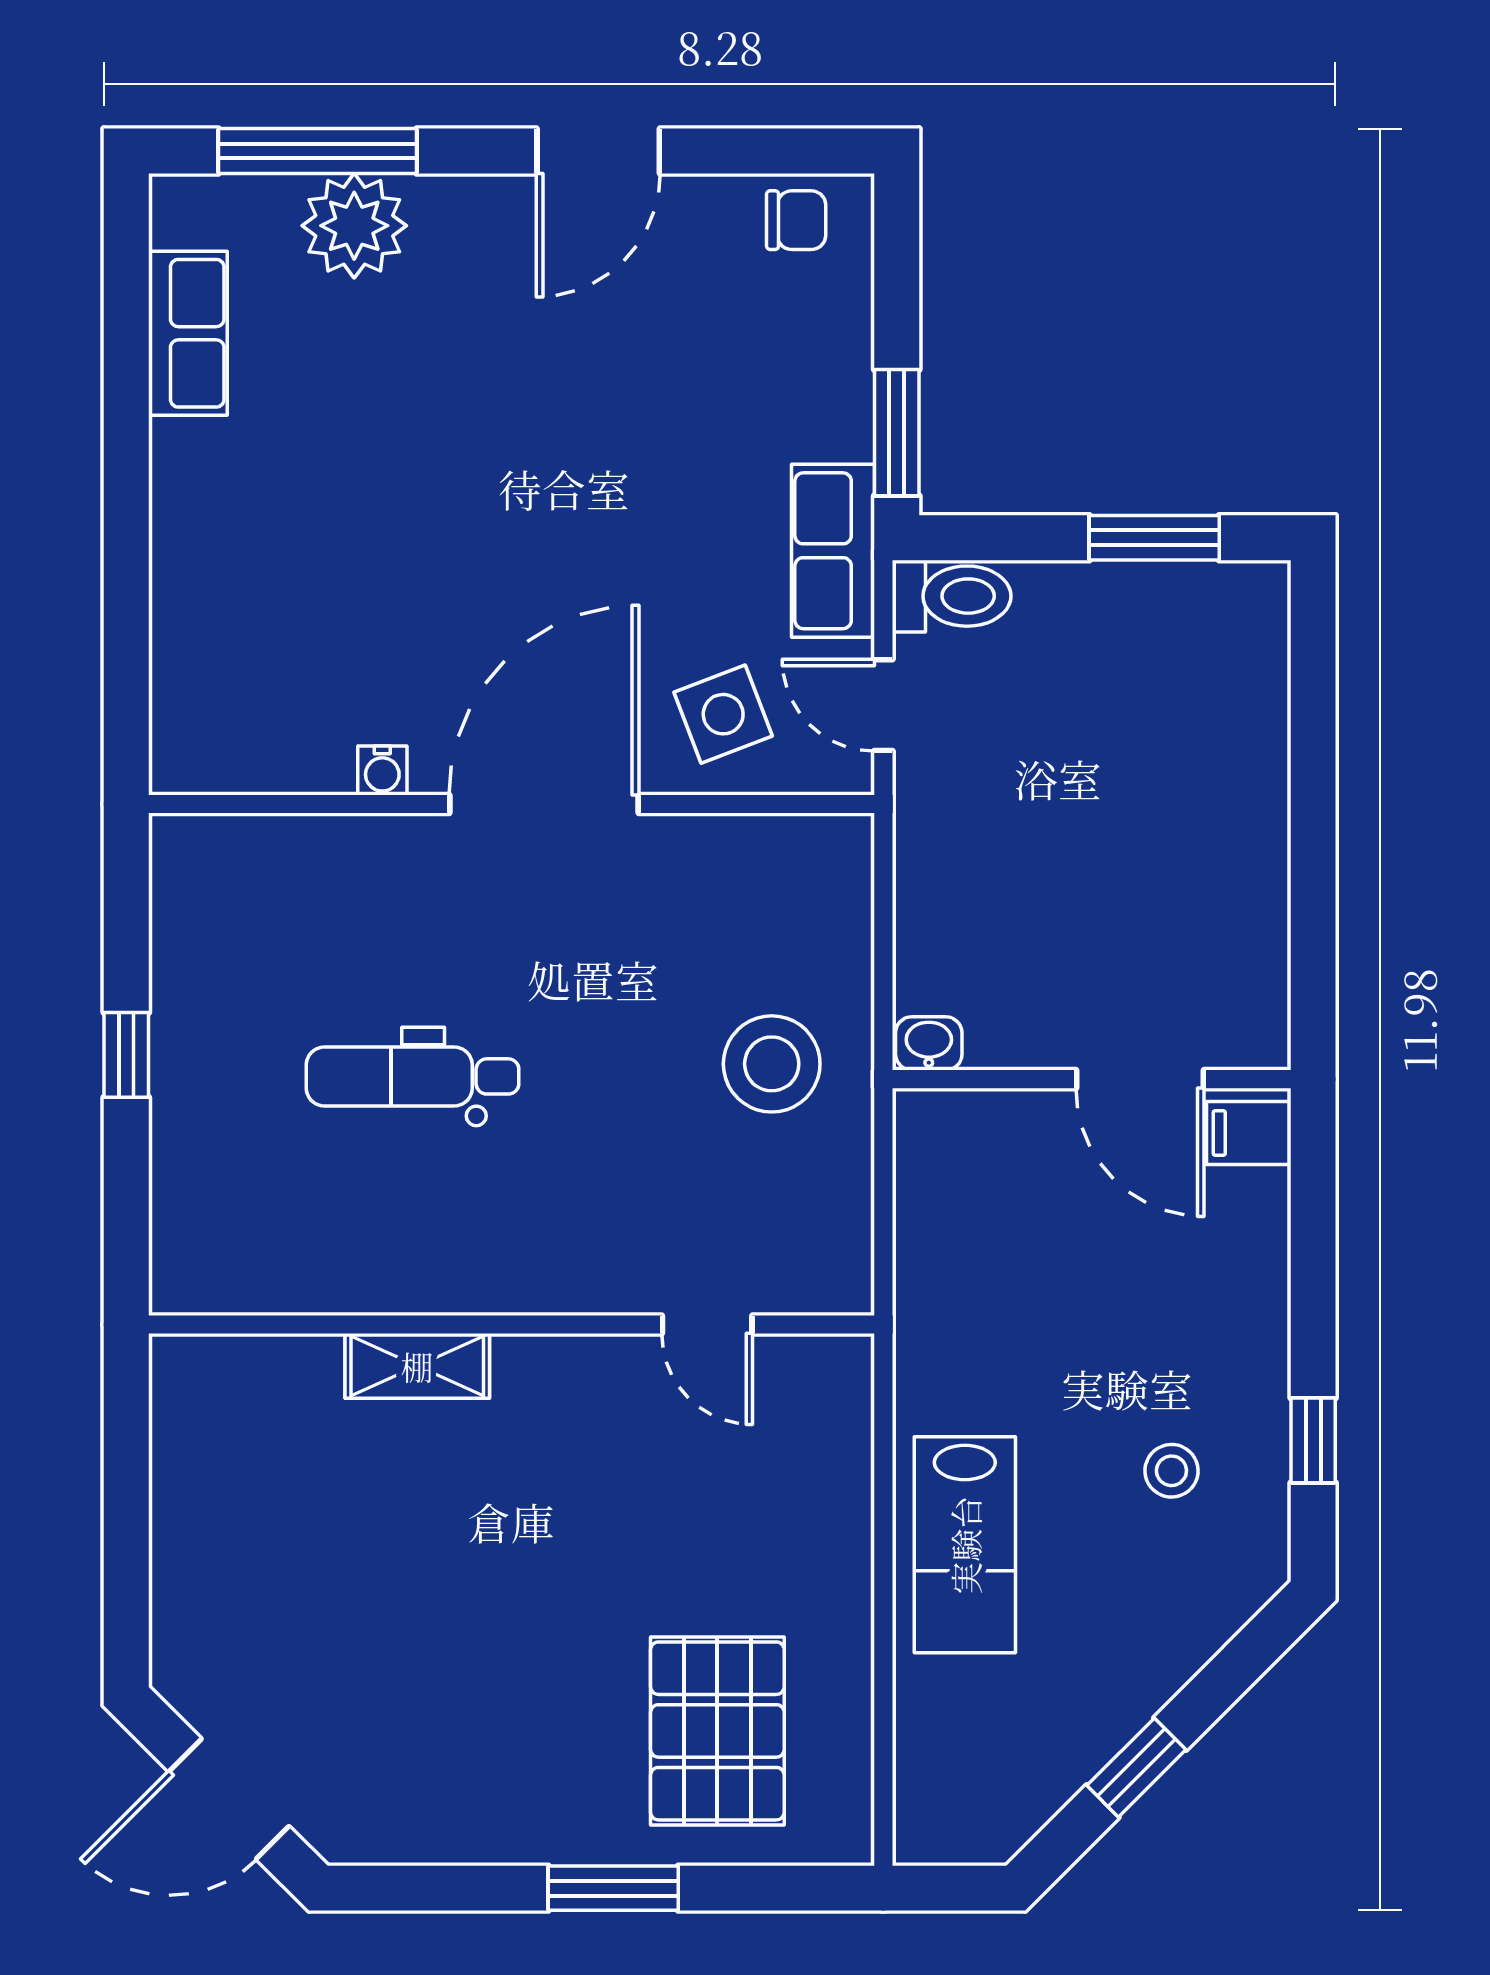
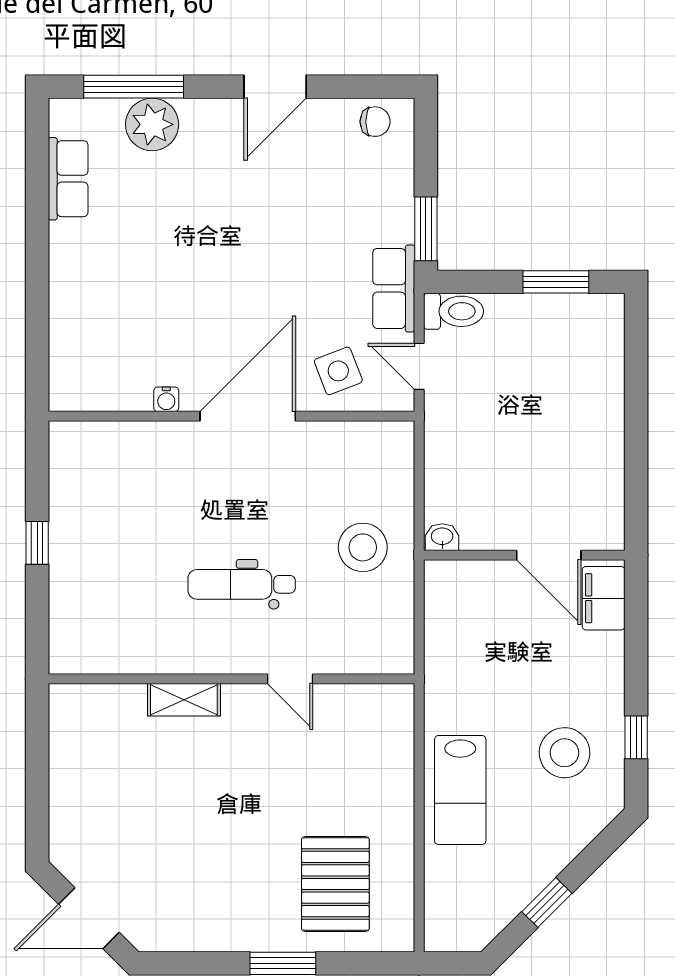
dental chair: (413, 1076) -> (242, 584), moved
filing cabinet: (1249, 1133) -> (604, 598), width x2.00
door: (707, 1324) -> (290, 679), moved
stool: (1171, 1471) -> (565, 753), width x1.89, depth x1.89

